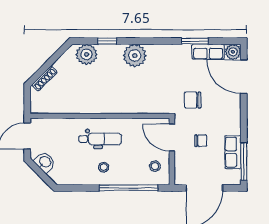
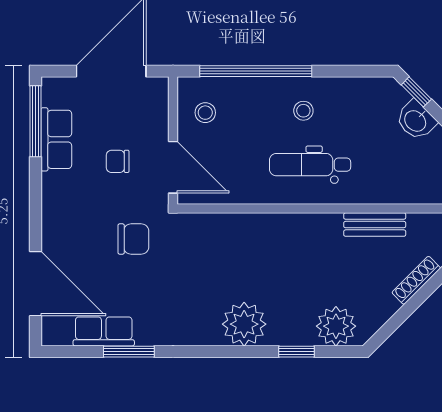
plant: (233, 52) -> (56, 331), removed
bench: (66, 108) -> (375, 225), added
window: (45, 177) -> (416, 92), added

